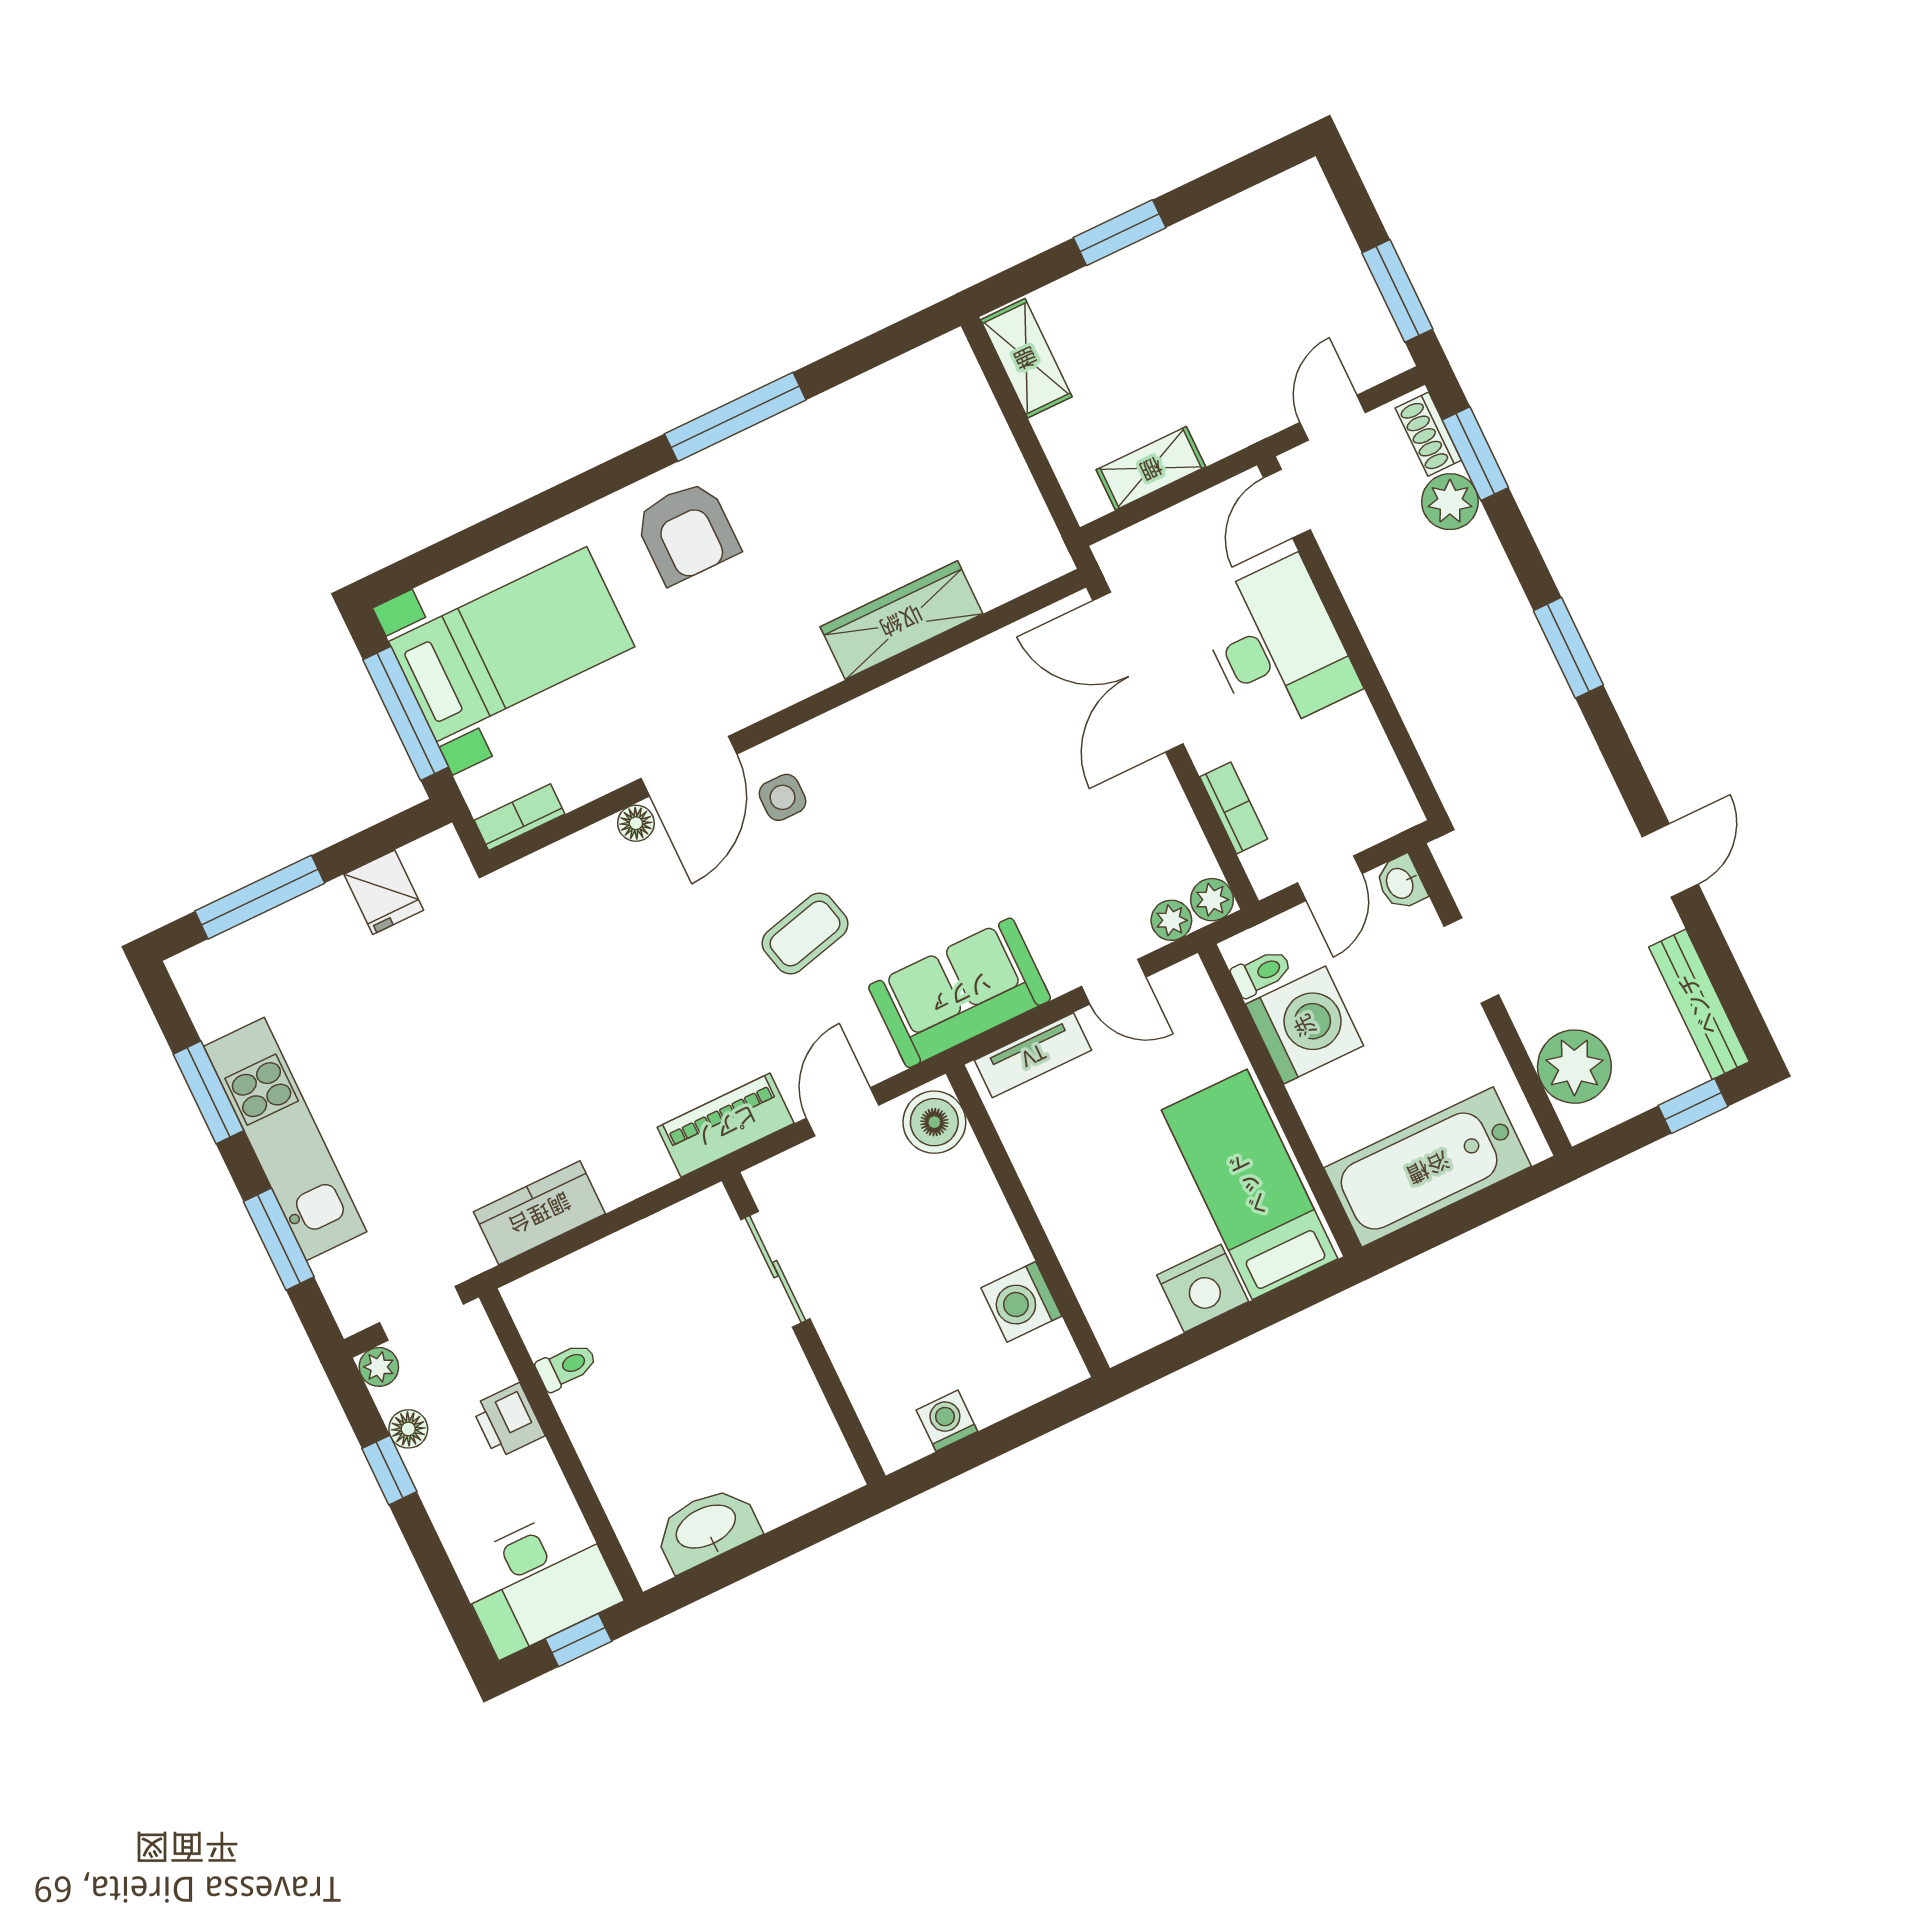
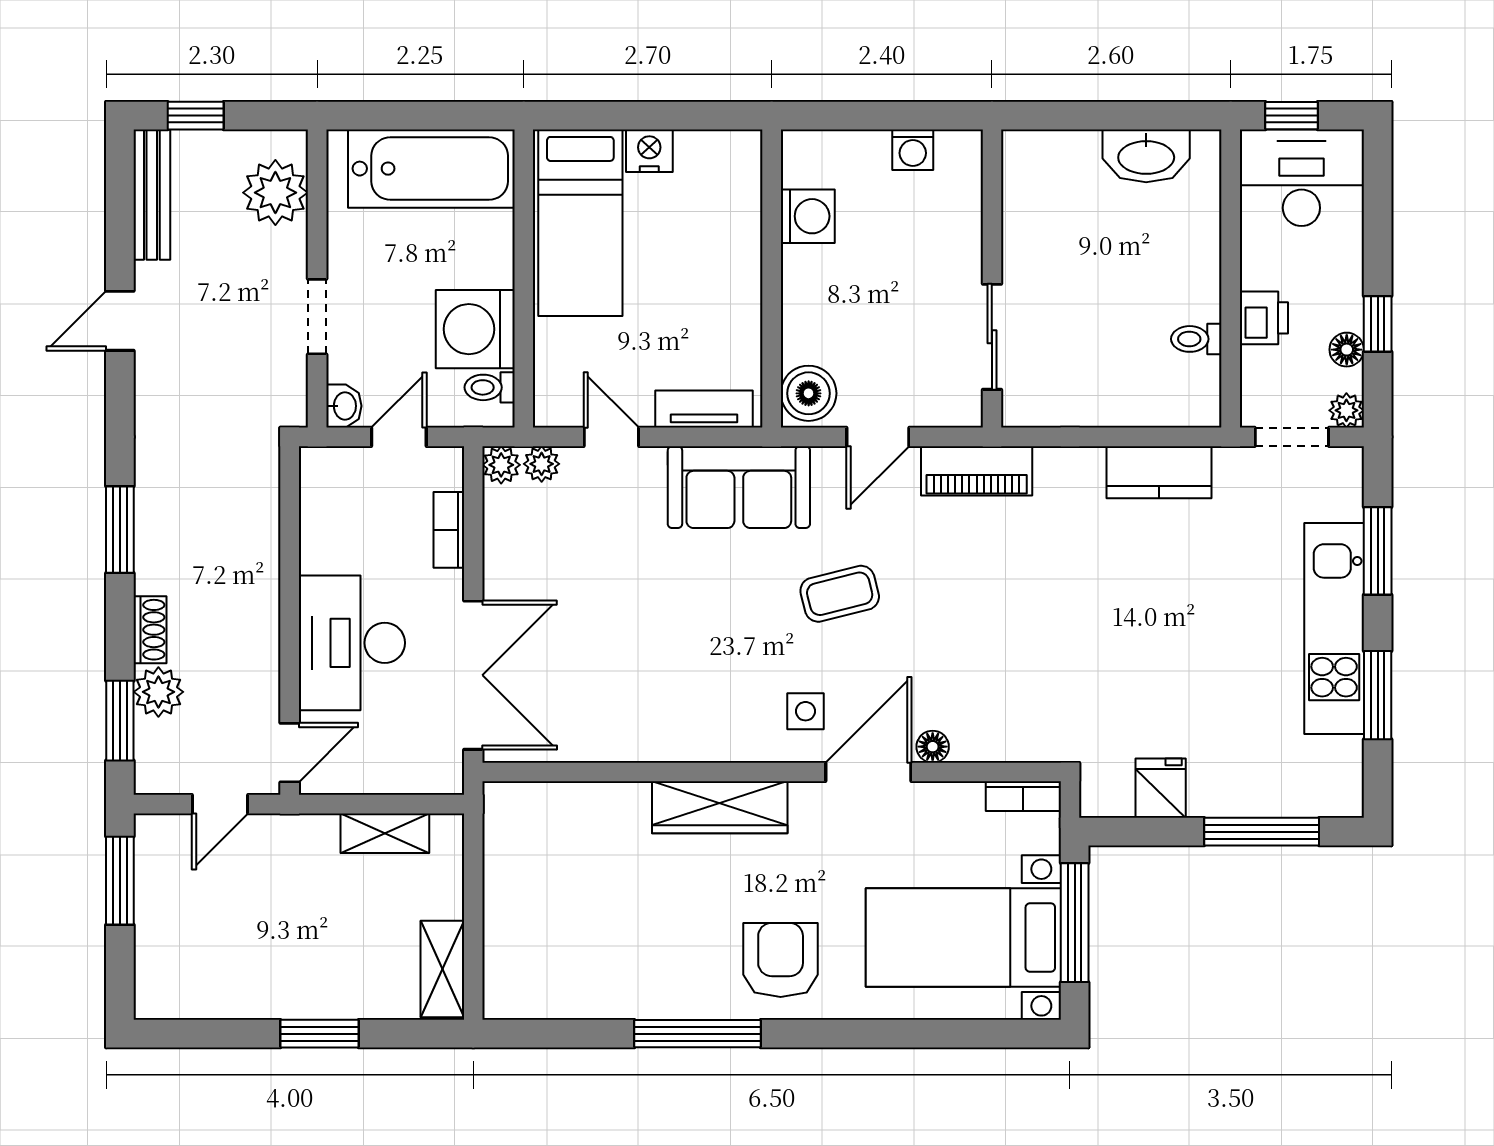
shoe rack: (1428, 434) -> (150, 630), moved
wardrobe: (901, 620) -> (720, 807), moved
nightstand: (1203, 1288) -> (649, 151), width x0.74, depth x0.75

